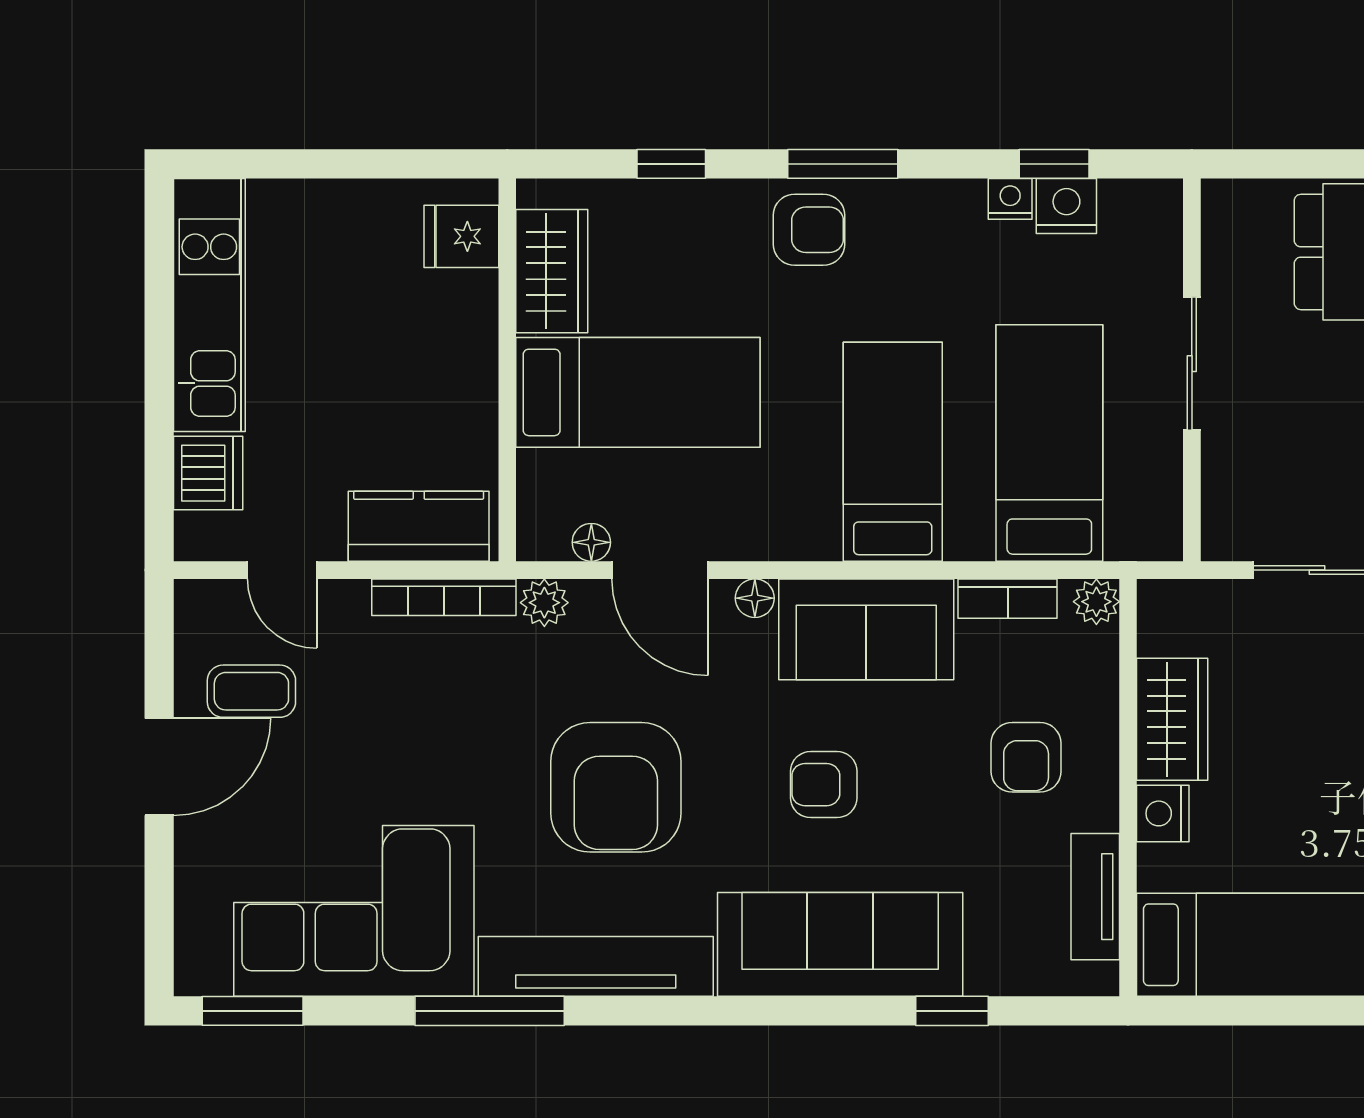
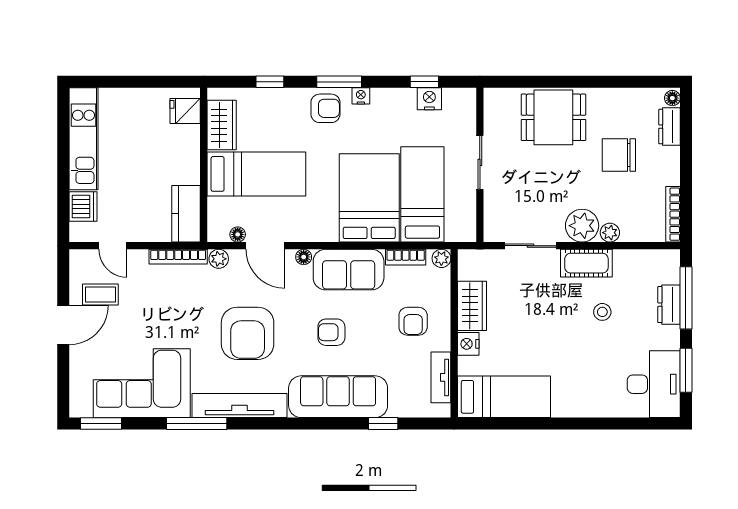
nightstand: (1010, 199) -> (361, 96), moved
bed: (893, 452) -> (369, 198), width x1.50
kitchen counter: (419, 526) -> (186, 214), moved, turned -90

